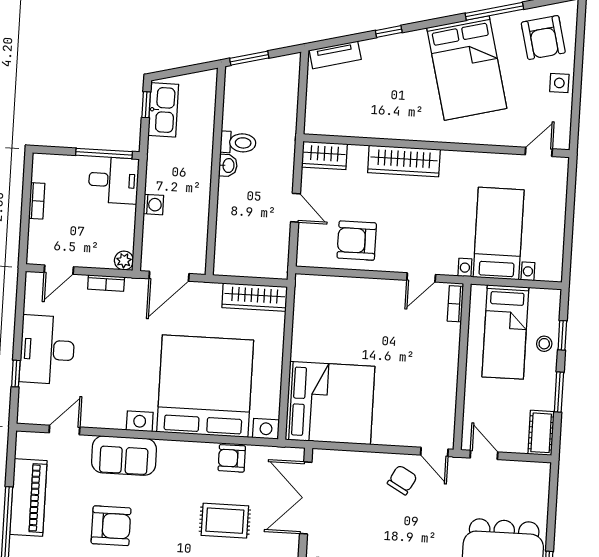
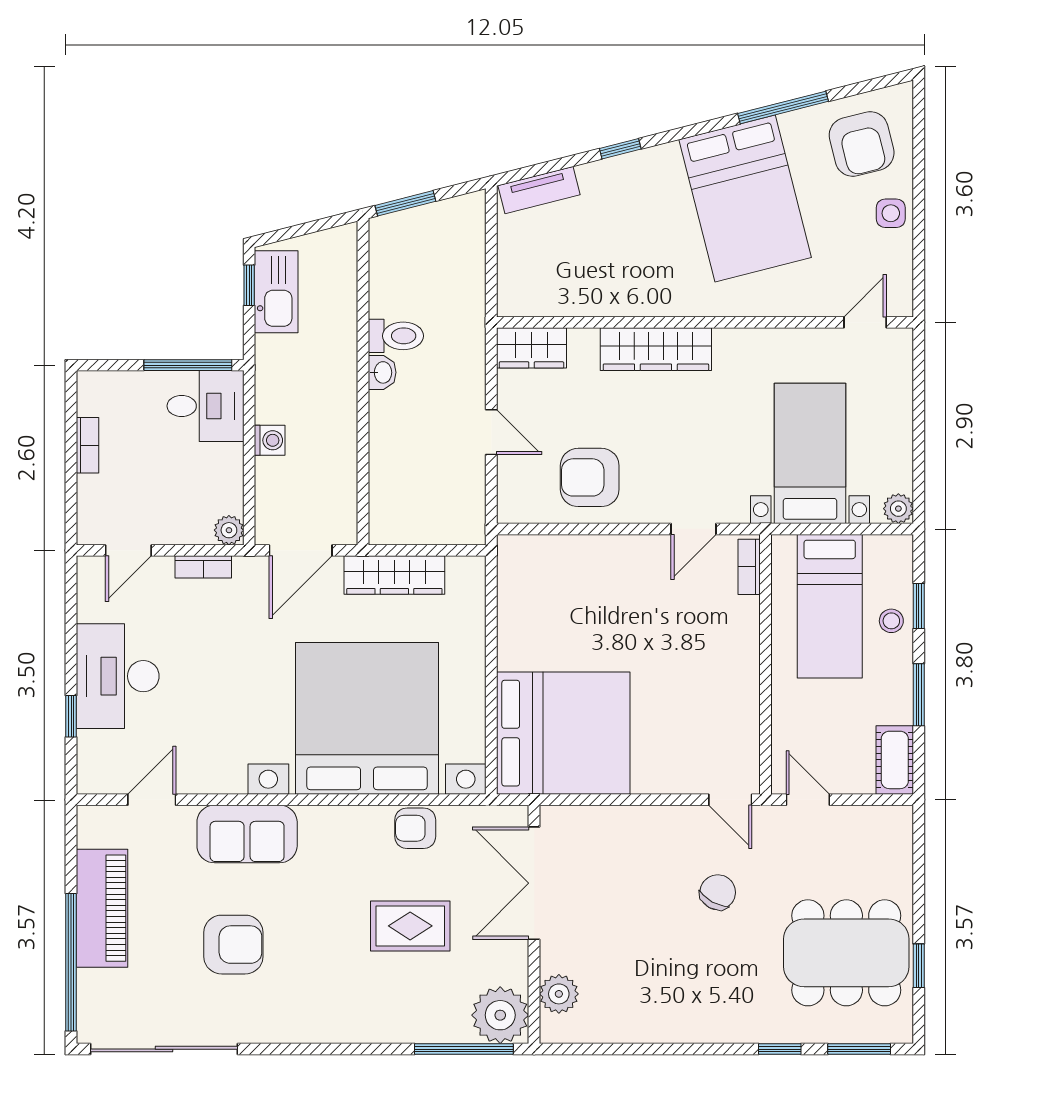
plant: (553, 272) -> (898, 509), added
wardrobe: (255, 297) -> (394, 575), moved
chair: (402, 480) -> (718, 892), moved

